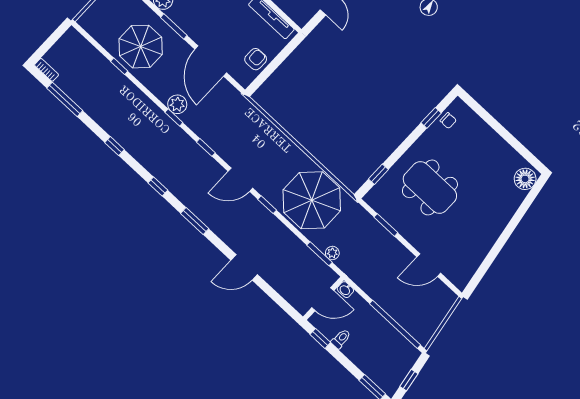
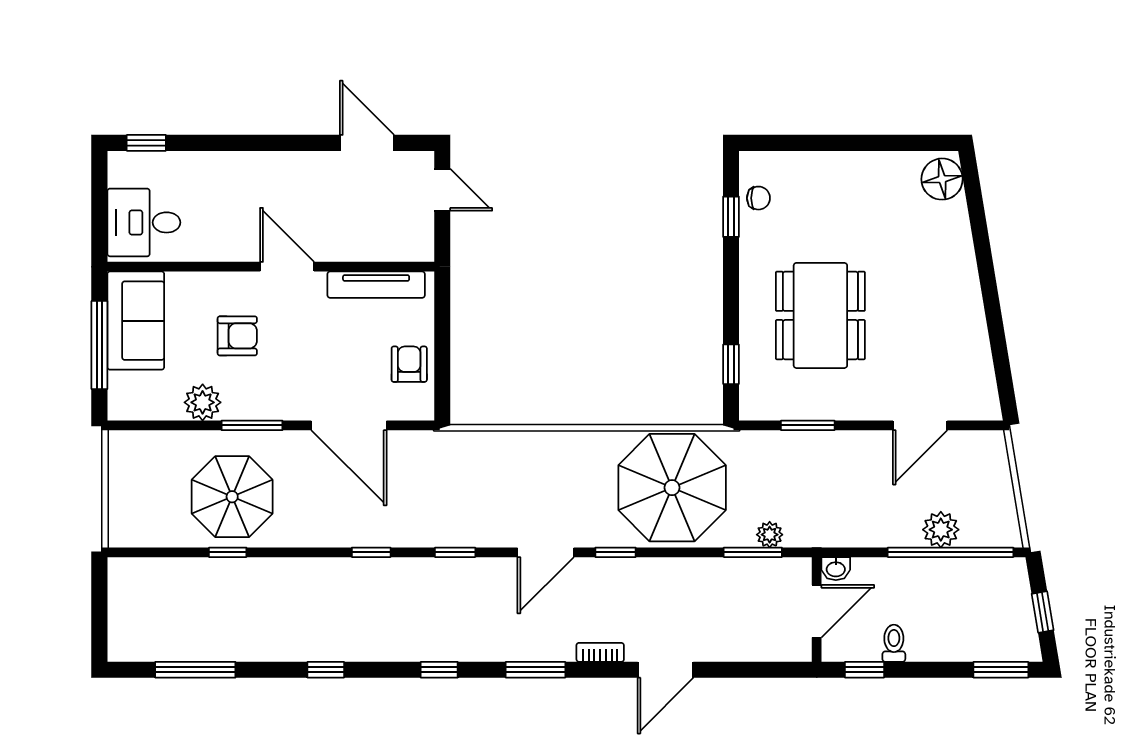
bookcase: (47, 70) -> (600, 652), moved
plant: (177, 104) -> (941, 530), moved
dining table: (430, 187) -> (820, 315), turned 90

